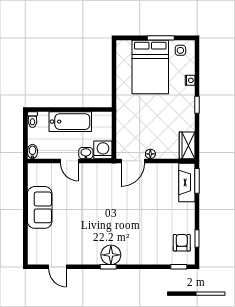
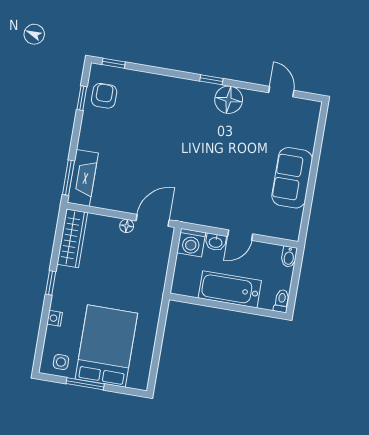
wardrobe: (187, 145) -> (72, 238), width x1.50
door: (69, 161) -> (240, 235), swing flipped
armchair: (182, 243) -> (104, 96), turned 180
floor lamp: (111, 255) -> (229, 100), moved

